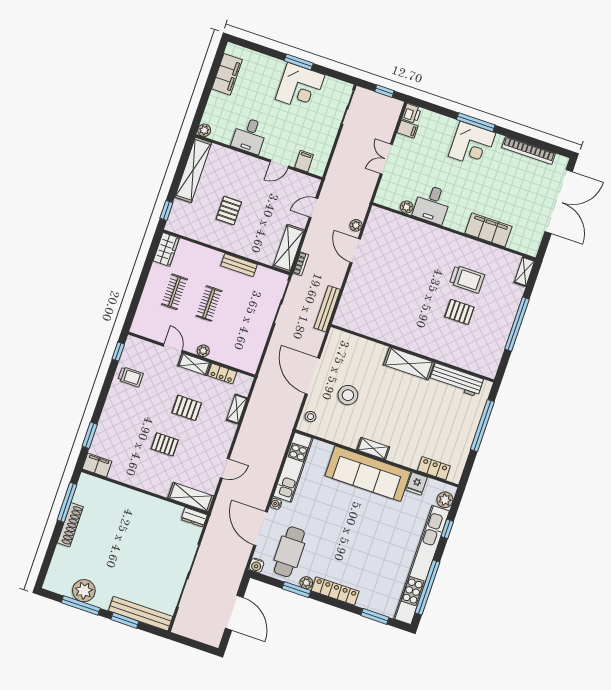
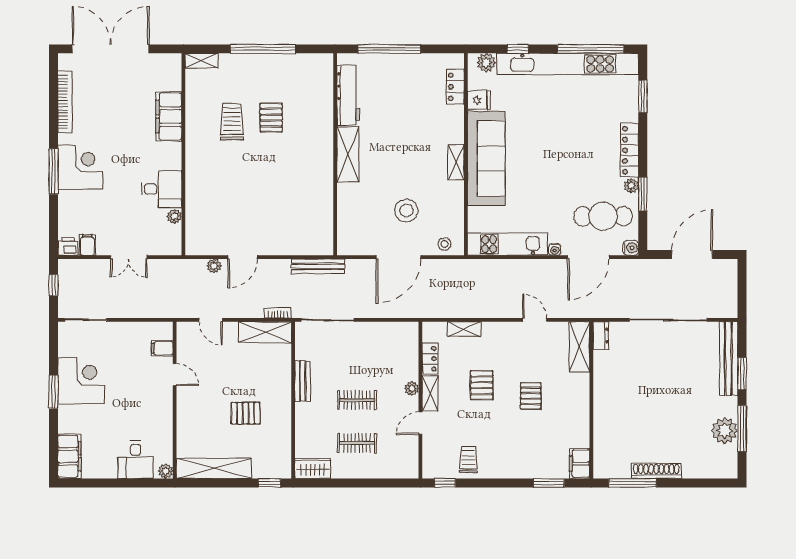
filing cabinet: (227, 74) -> (69, 456), moved, turned 90
desk: (249, 135) -> (136, 460), moved, turned 90

